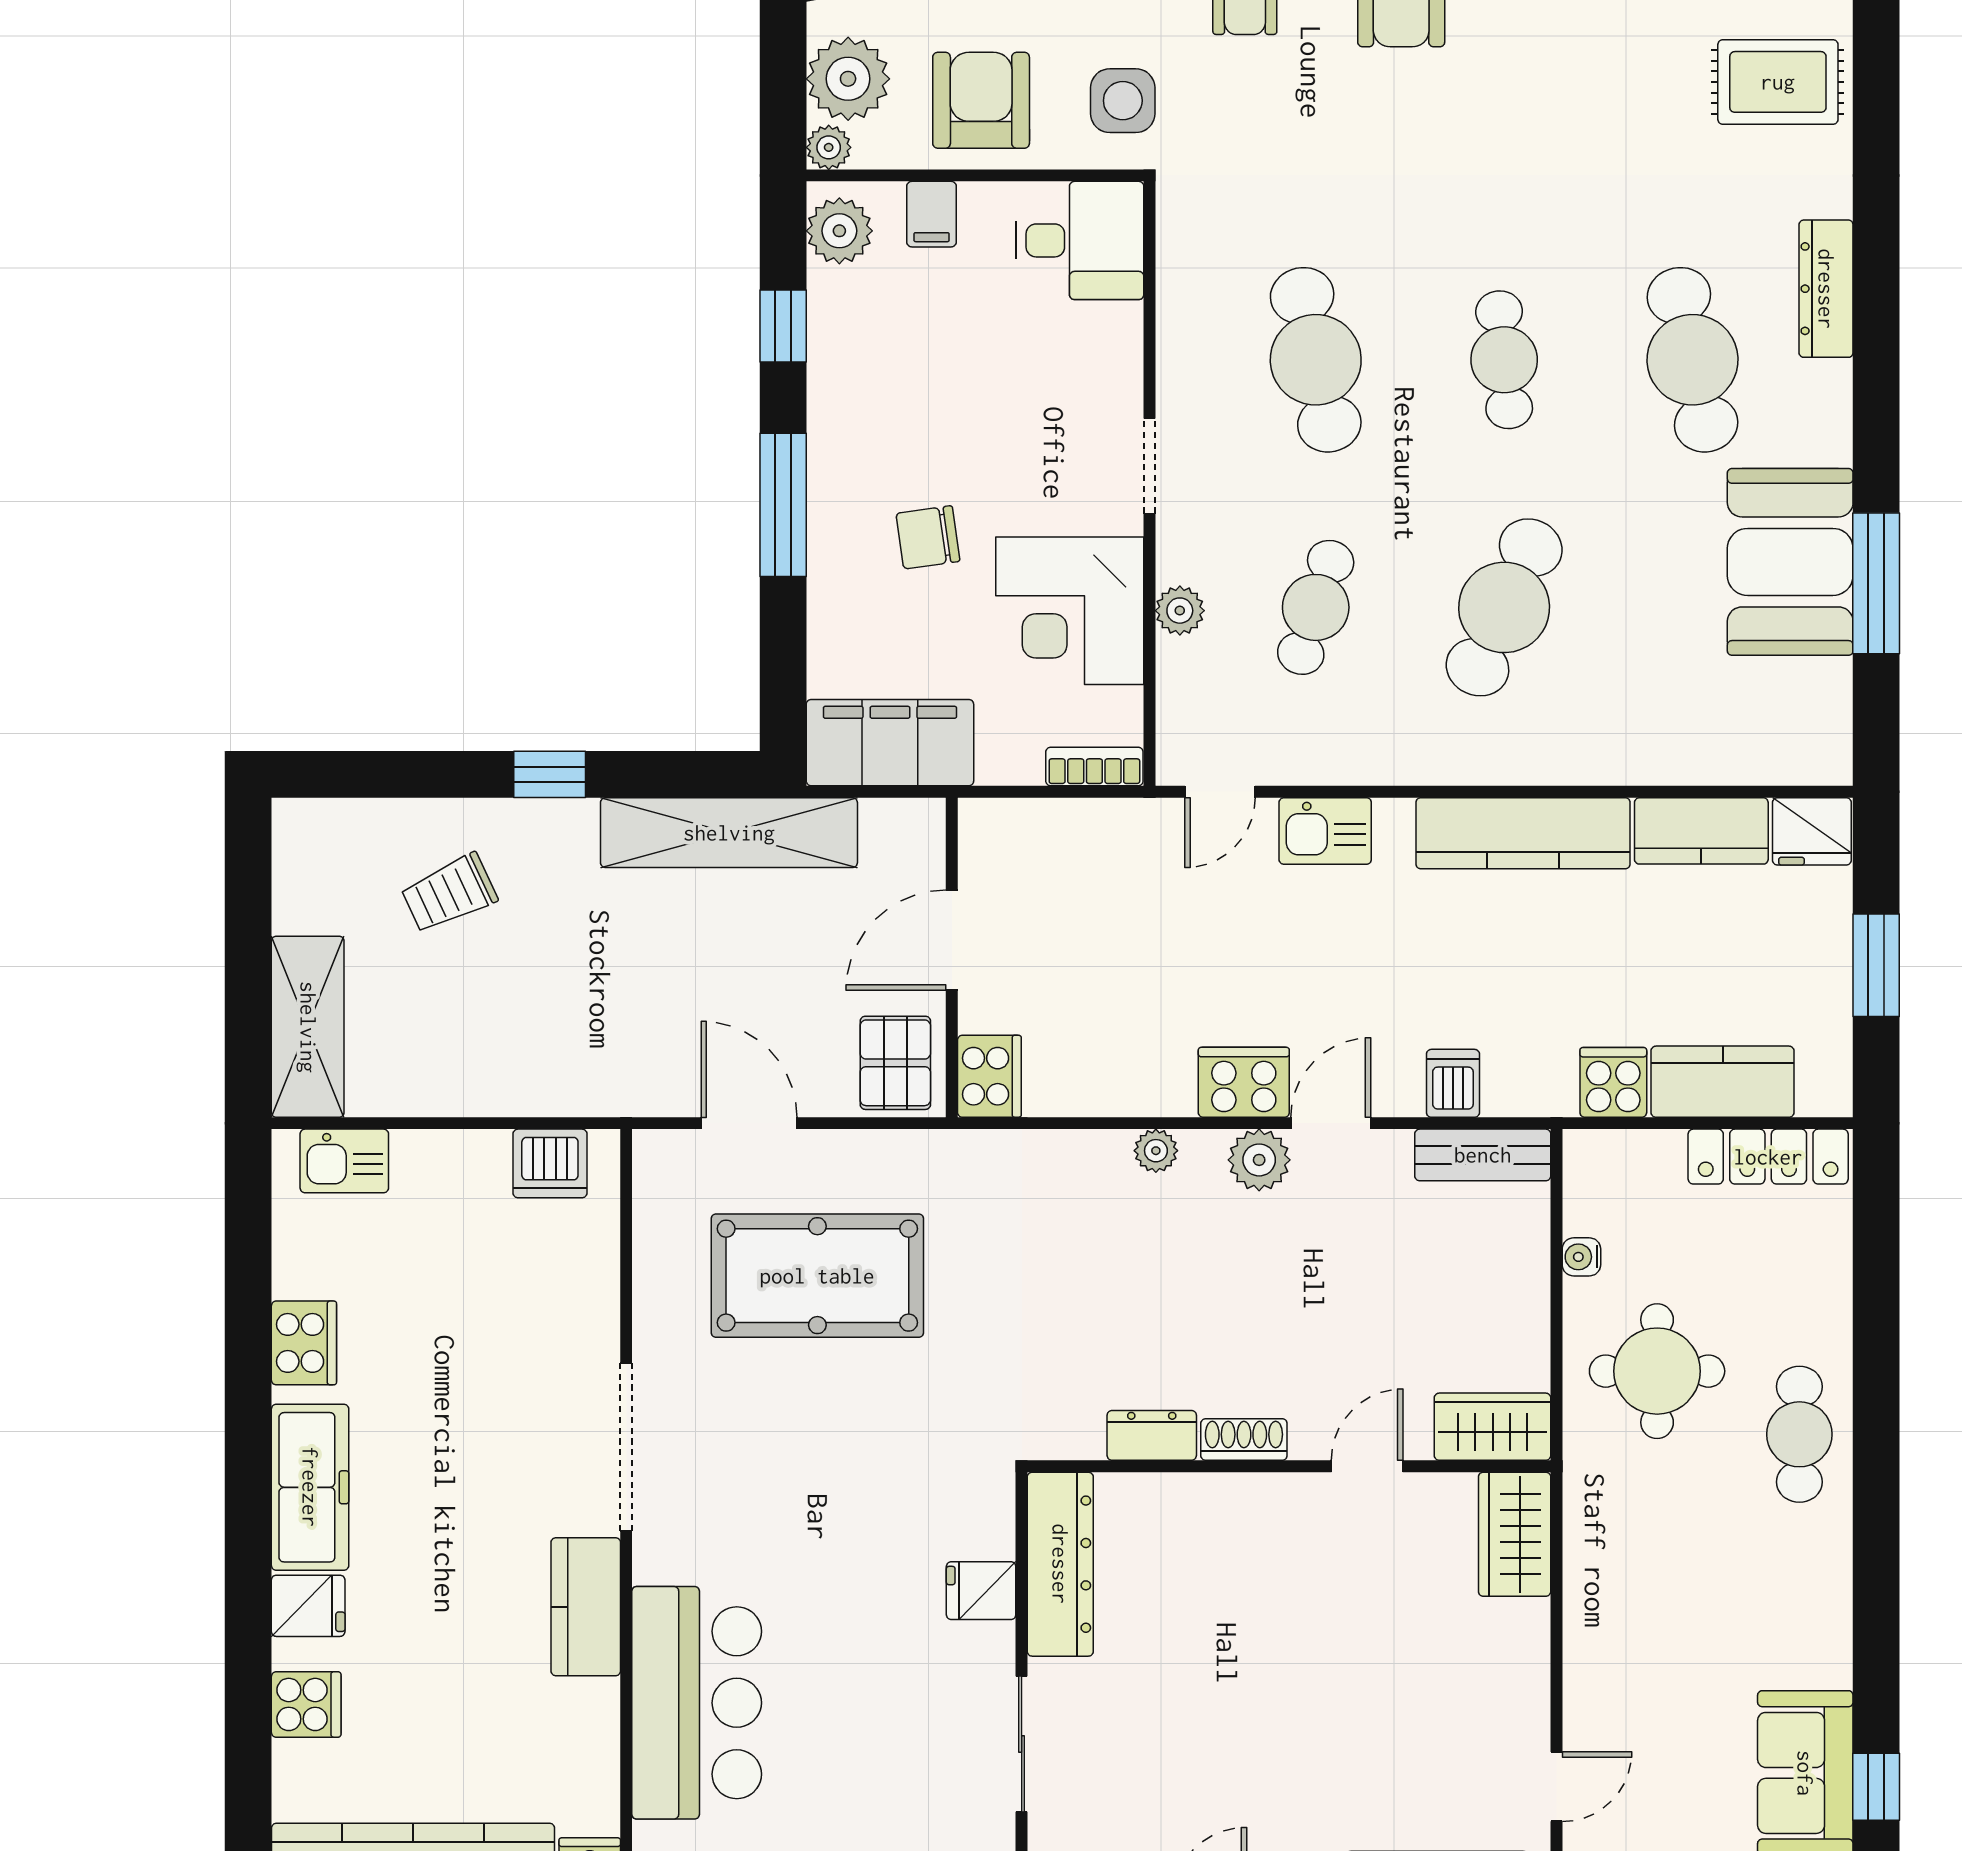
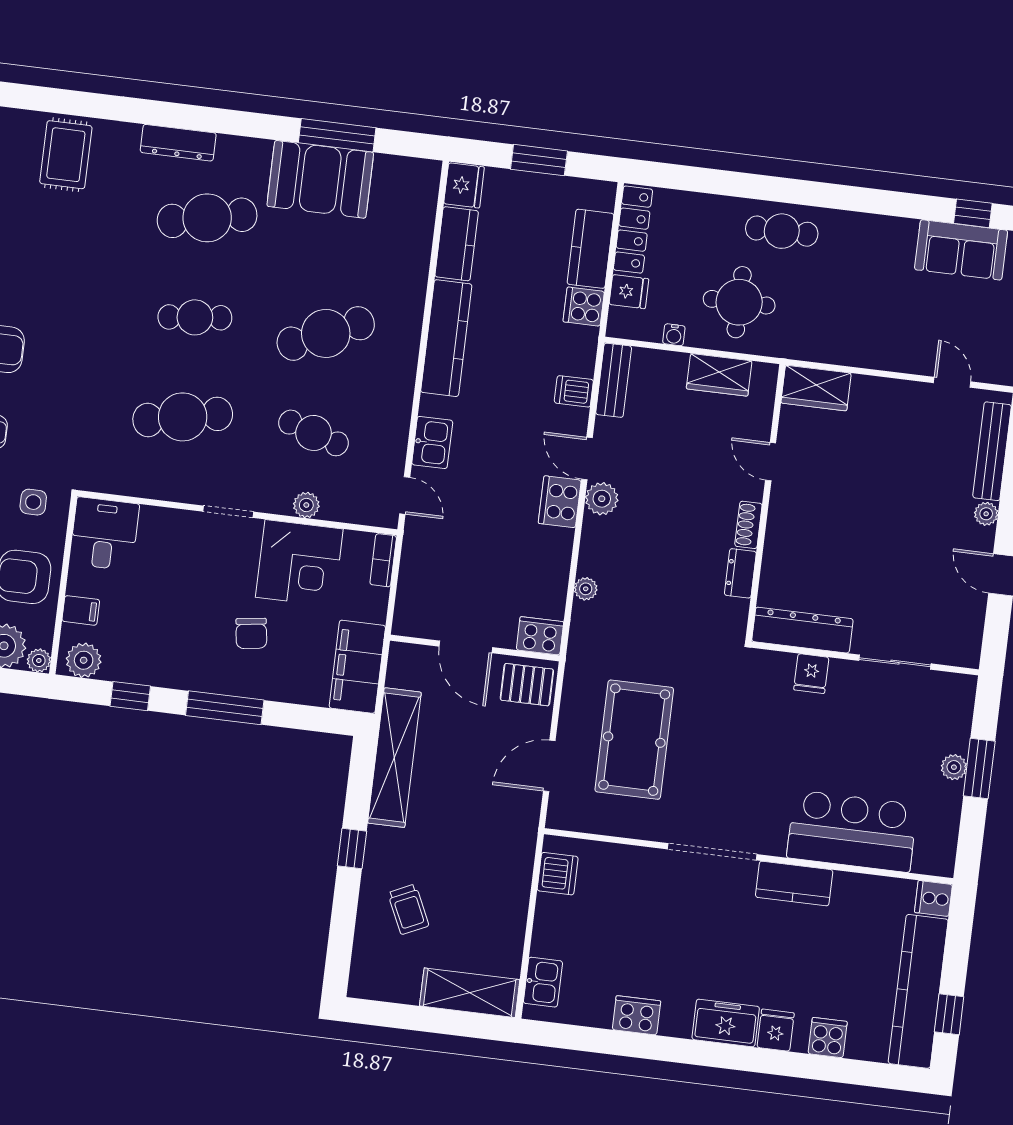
side table: (1123, 101) -> (33, 502), width x0.73, depth x0.73
cafe table: (1504, 607) -> (326, 333), turned -48
plant: (1156, 1151) -> (586, 589), moved
fridge: (1652, 1163) -> (629, 292), added
wardrobe: (1493, 1427) -> (719, 375), moved, turned -90
freezer: (310, 1487) -> (726, 1023), width x0.71

